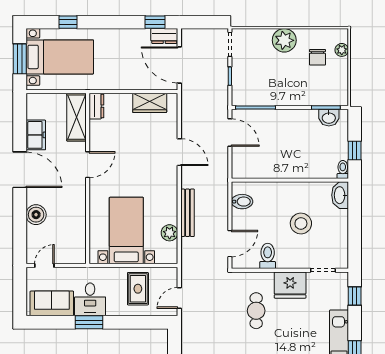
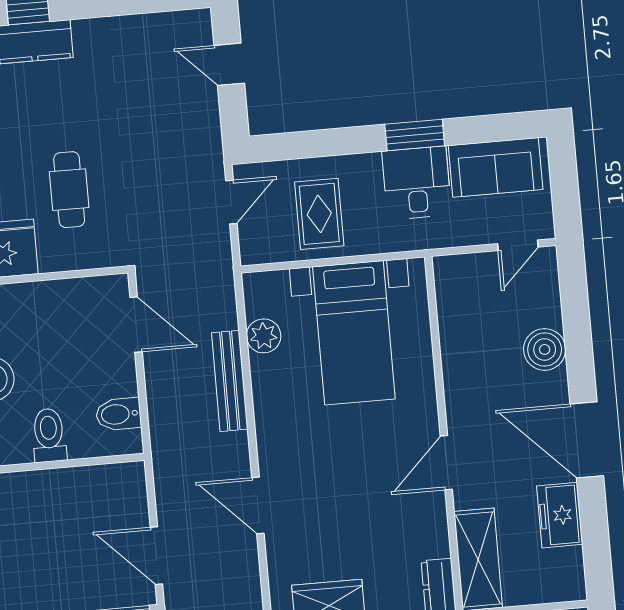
door: (230, 244) -> (136, 325), swing flipped
toilet: (268, 256) -> (49, 435), moved, turned 180

